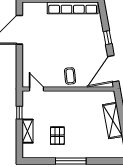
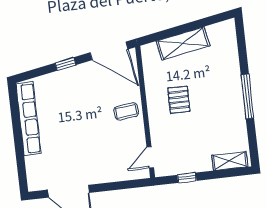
shelving: (28, 131) -> (230, 161), moved
pallet: (57, 136) -> (179, 100), moved, turned 90

